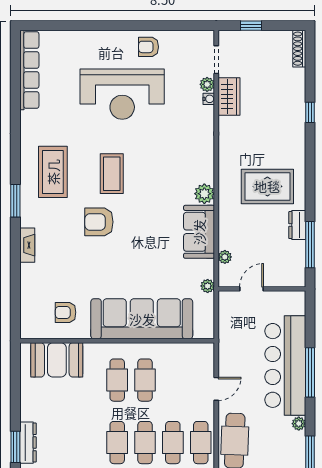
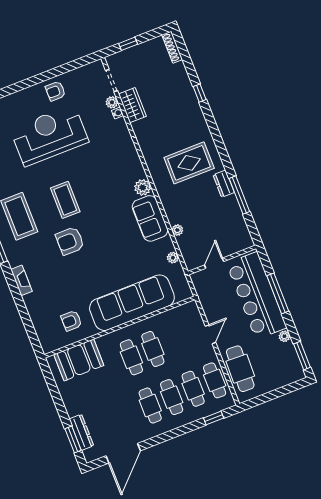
reception desk: (122, 94) -> (49, 135), turned 180
door: (252, 289) -> (214, 263), moved
wall: (262, 289) -> (222, 260), moved

